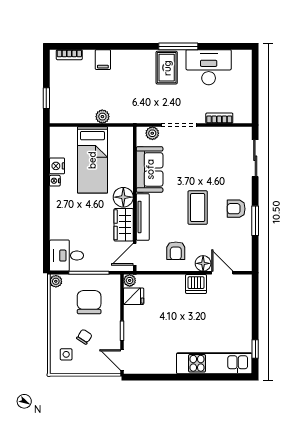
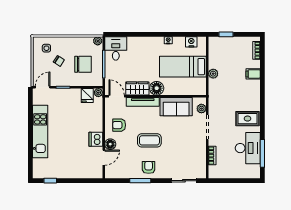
window: (178, 46) -> (262, 153), moved
nightstand: (57, 166) -> (191, 42), moved
kitchen unit: (214, 363) -> (40, 132), moved

